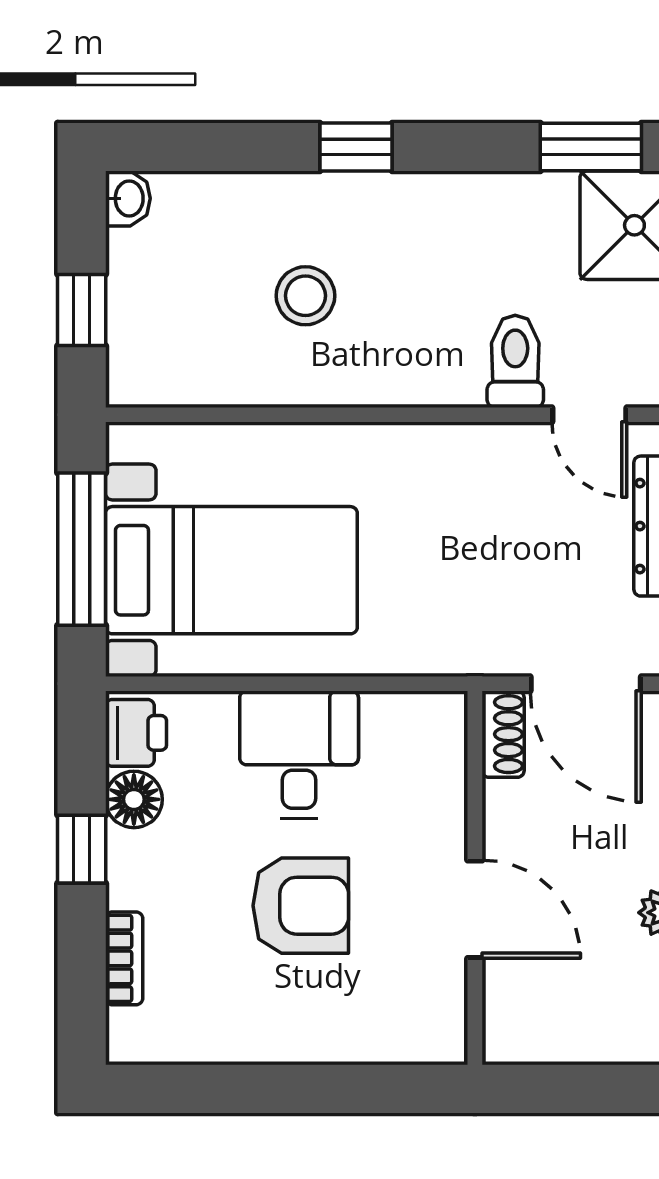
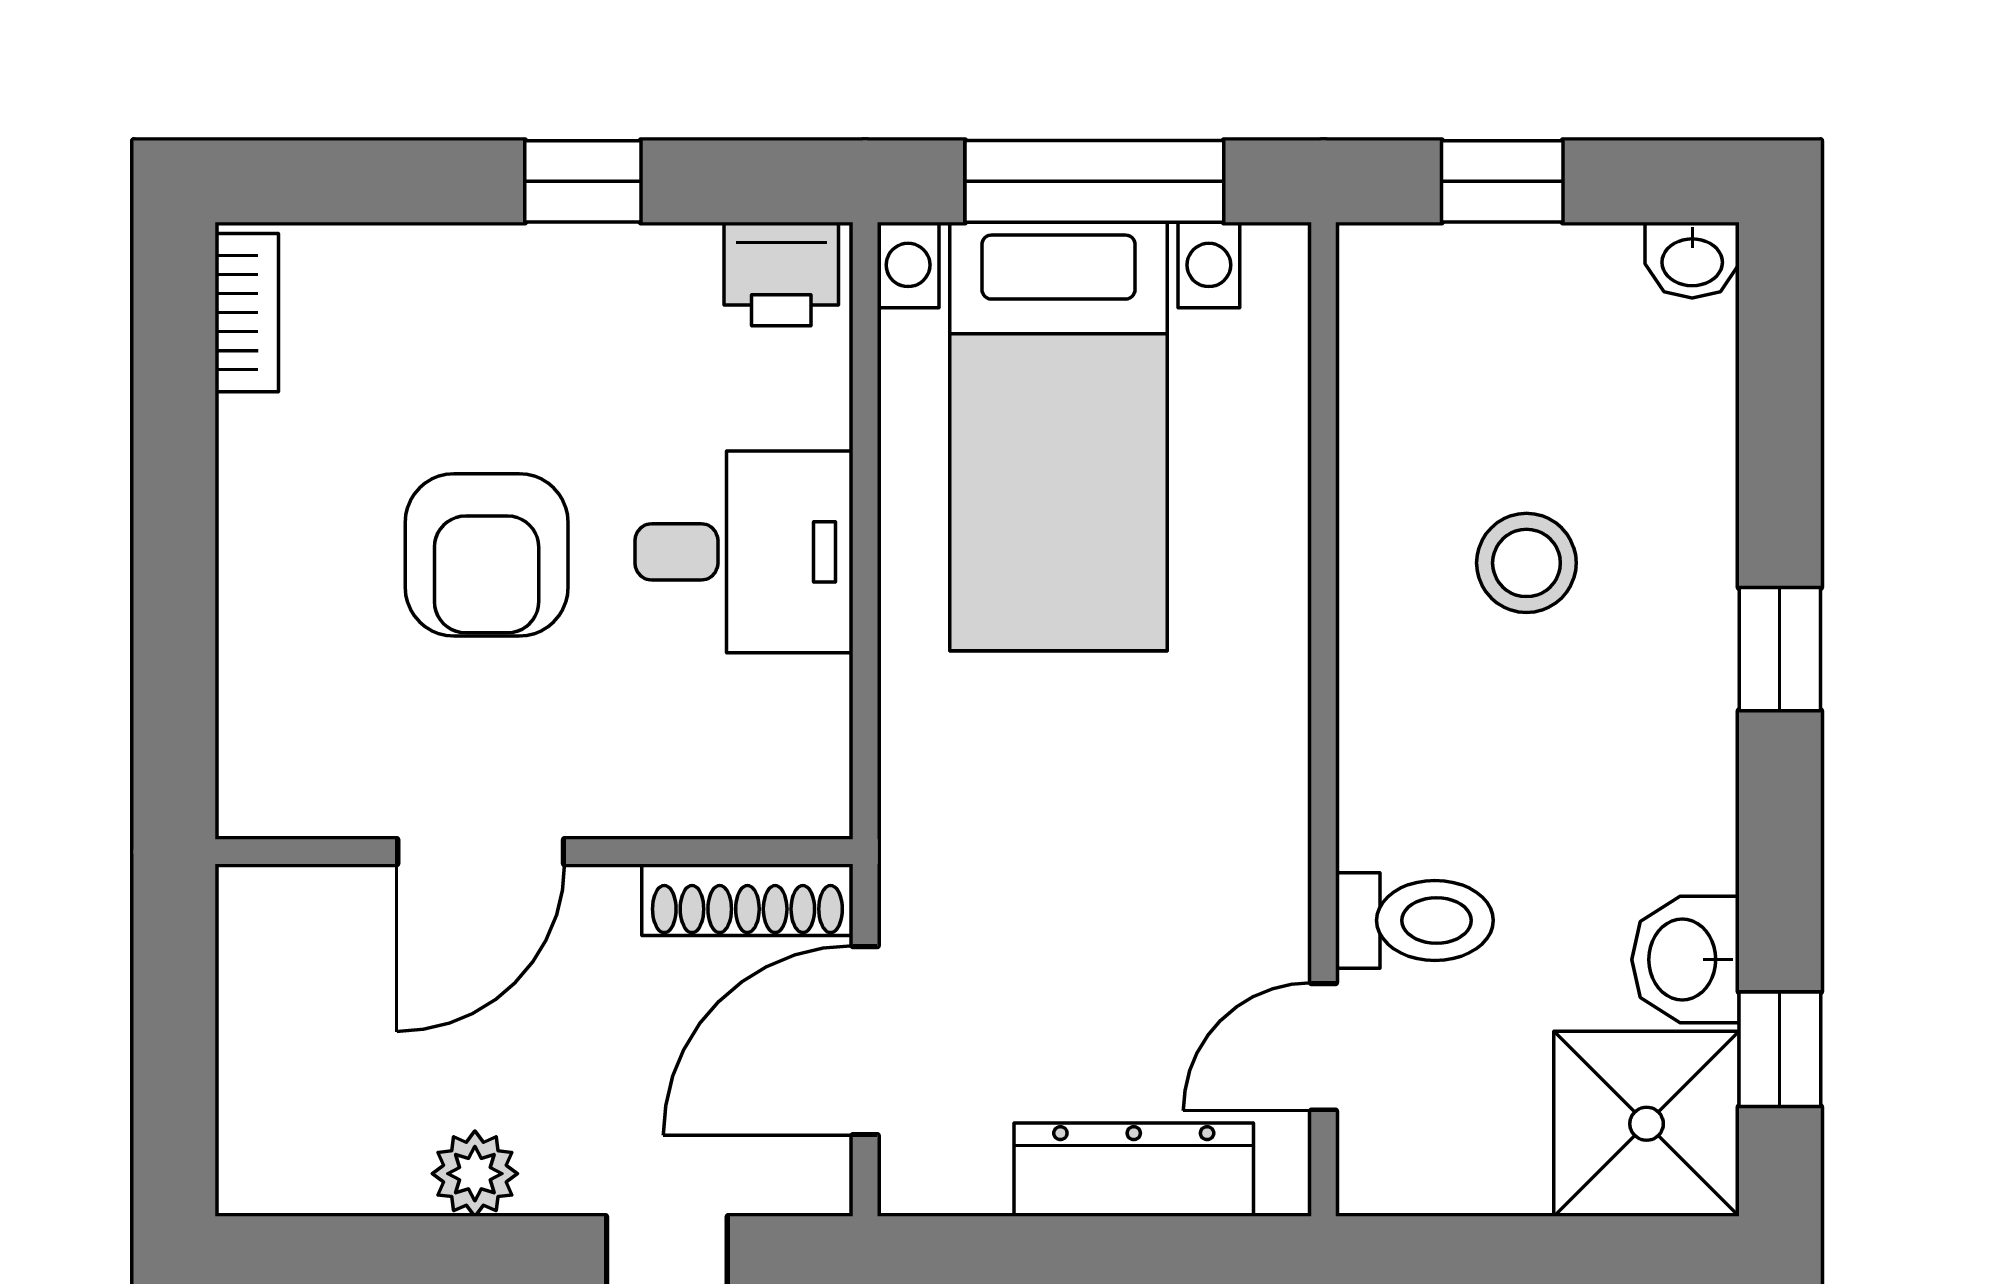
window: (591, 147) -> (1780, 1049), width x0.67
washbasin: (538, 202) -> (1685, 960), added
shoe rack: (503, 734) -> (747, 900), width x1.43
floor lamp: (134, 799) -> (668, 270), removed
bookcase: (124, 958) -> (247, 313), moved, turned -90

